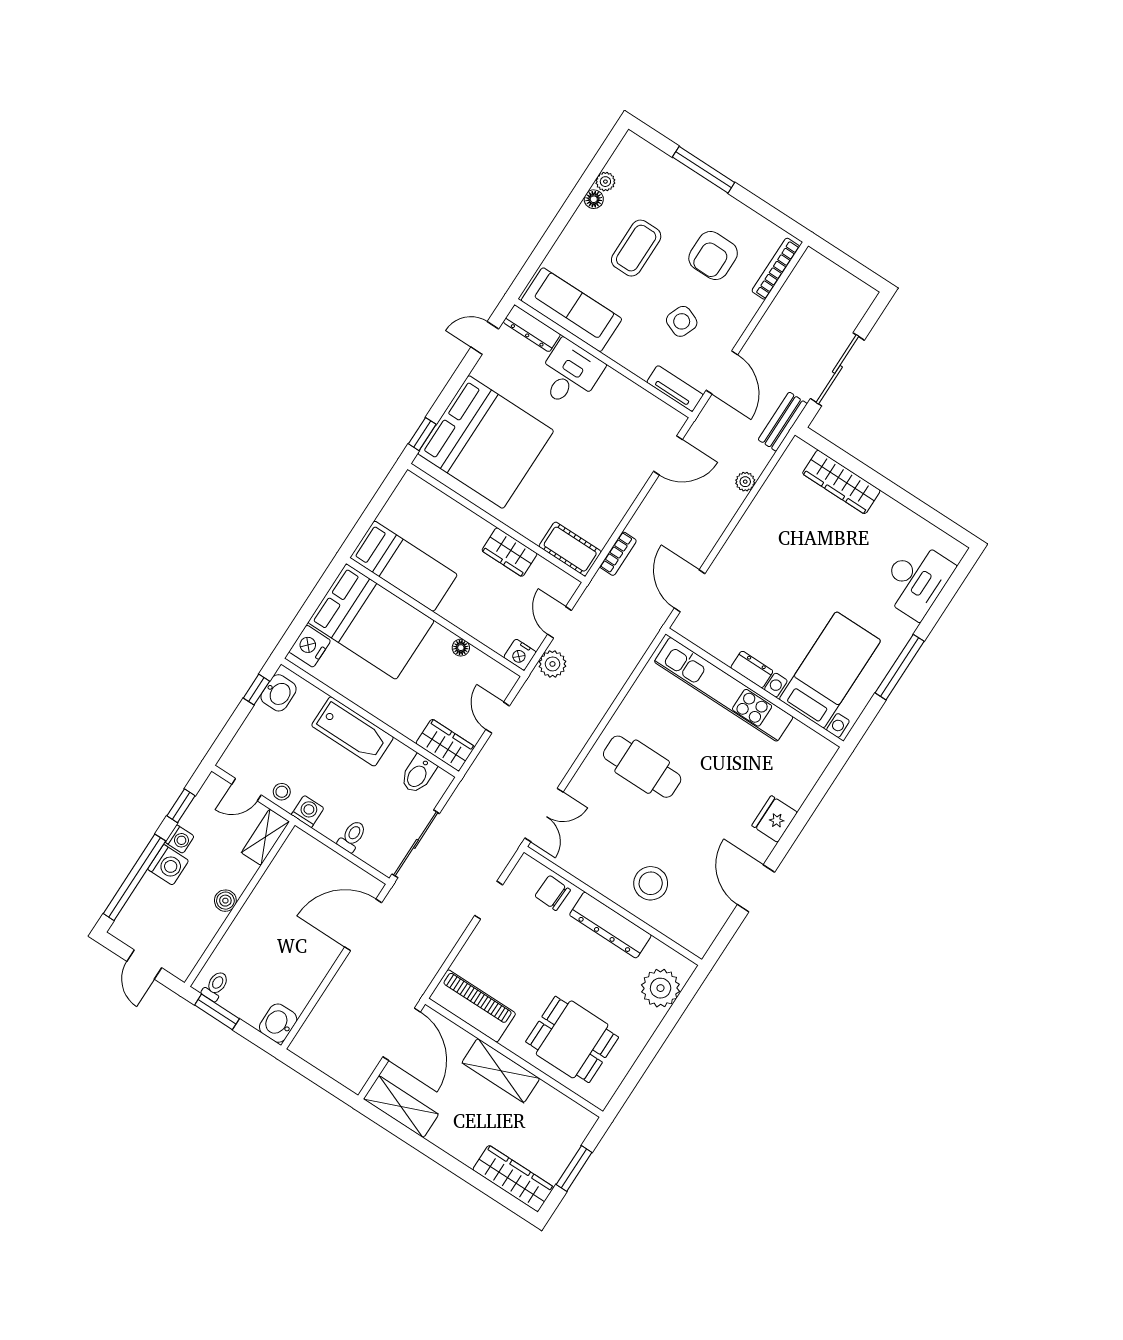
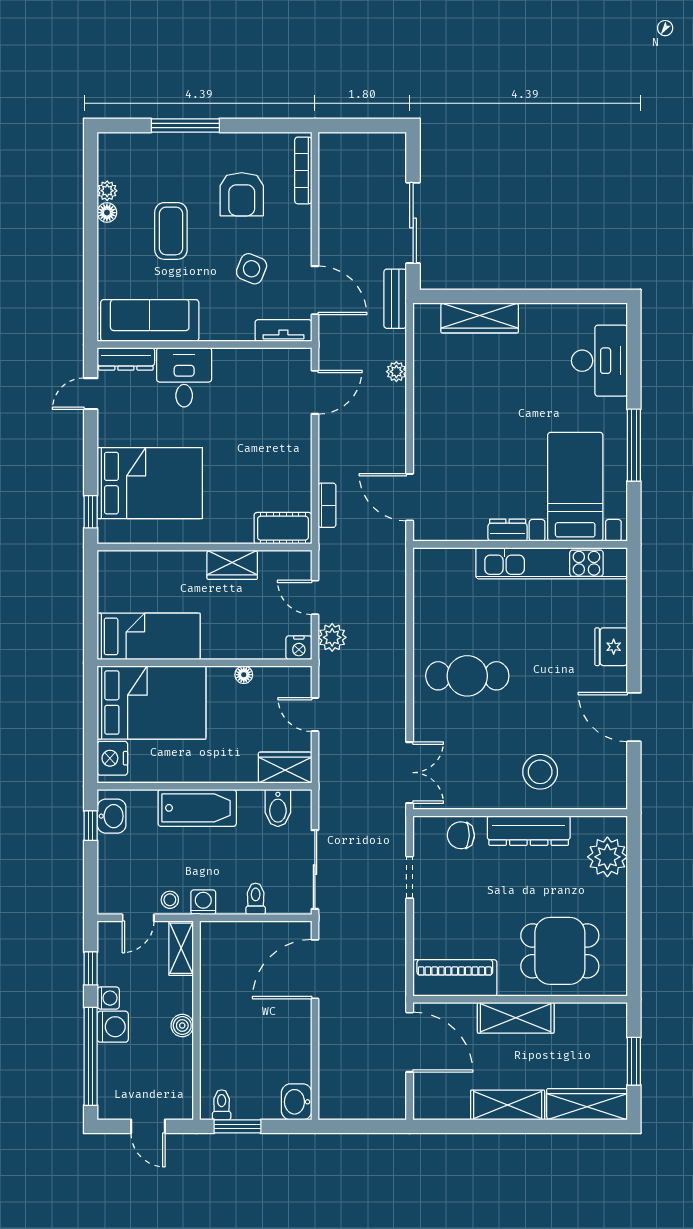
bed: (486, 442) -> (150, 483), width x0.73
kitchen unit: (724, 689) -> (552, 563), moved
shelving: (401, 1107) -> (508, 1105), moved

